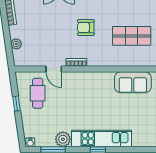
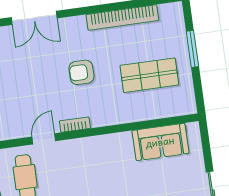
door: (54, 69) -> (44, 139), swing flipped

